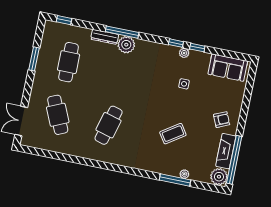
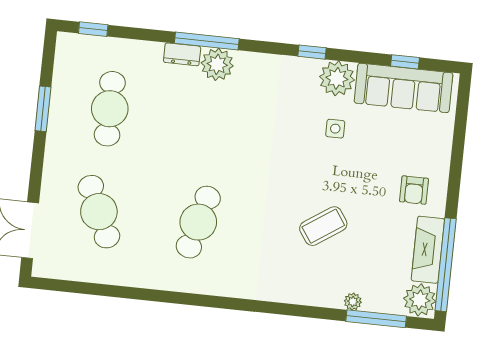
dresser: (105, 37) -> (182, 54), width x0.70
window: (197, 48) -> (405, 62), moved
plant: (184, 53) -> (337, 78), width x1.87, depth x1.87
sofa: (228, 68) -> (404, 88), width x1.36
armchair: (222, 120) -> (414, 190), turned 114
window: (175, 180) -> (376, 319), moved

